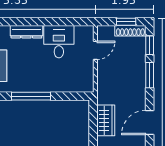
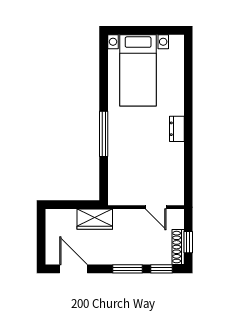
dresser: (26, 32) -> (177, 129), width x0.70
desk: (59, 42) -> (166, 166), removed
wardrobe: (106, 120) -> (95, 219), moved

